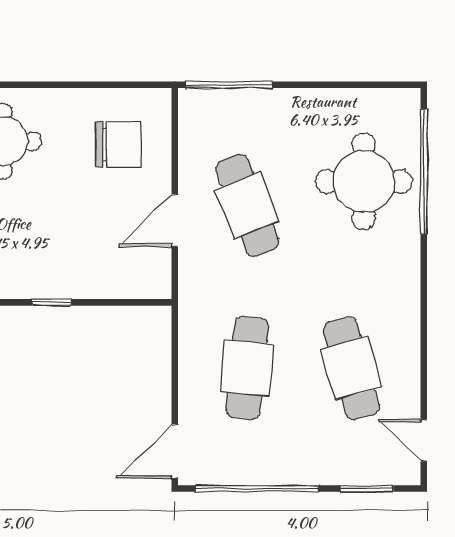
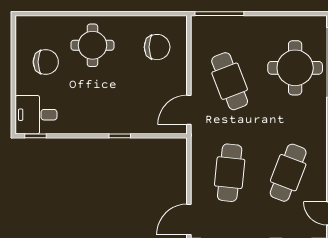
door: (175, 220) -> (189, 110), moved
cafe table: (351, 368) -> (288, 173), turned 36

